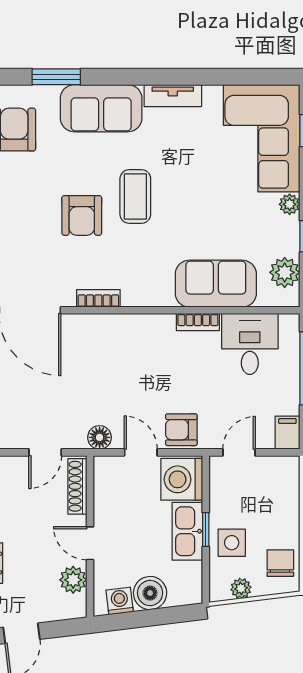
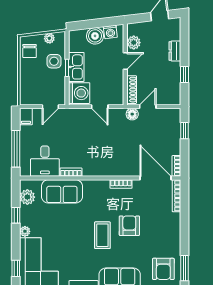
armchair: (181, 430) -> (79, 118), removed
floor lamp: (100, 437) -> (132, 114), moved
door: (90, 543) -> (125, 61), hinge flipped

